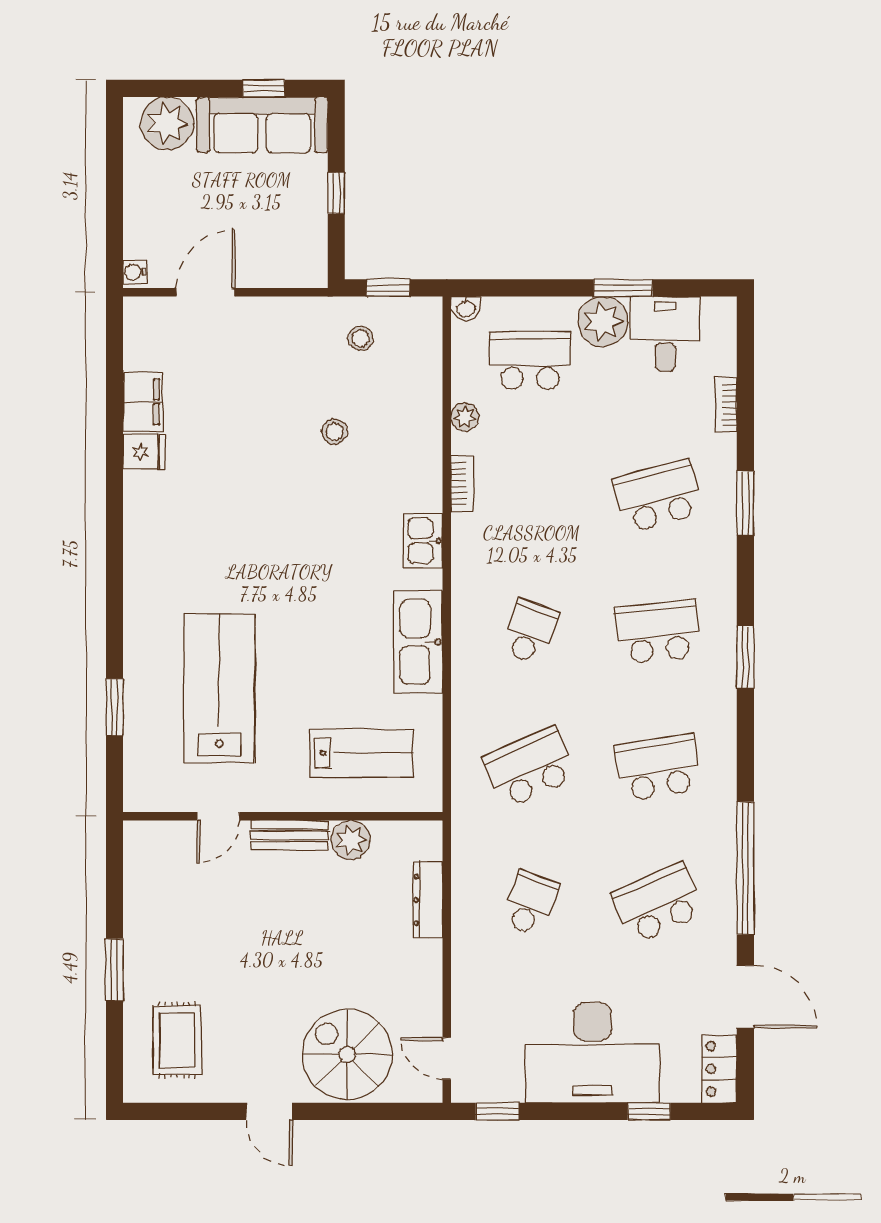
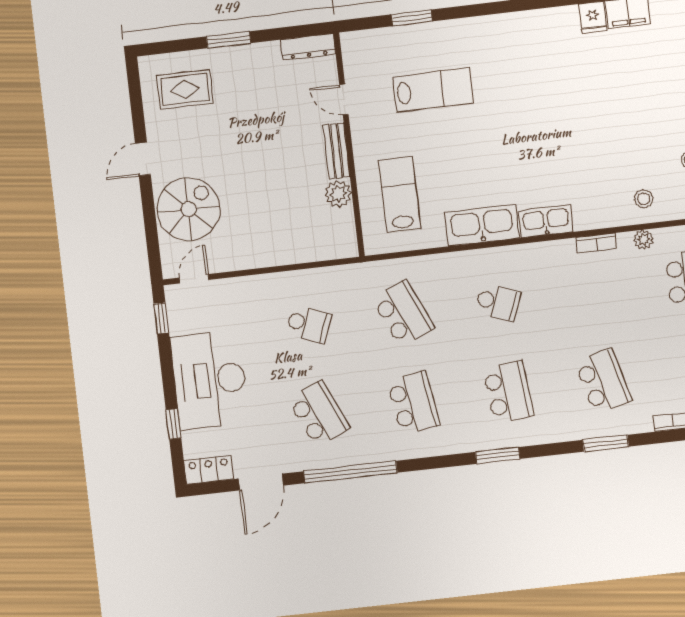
stool: (334, 432) -> (644, 199), moved
kitchen sink: (423, 541) -> (546, 221), width x1.38
lab bench: (219, 689) -> (433, 90), width x0.73, depth x0.72
lab bench: (361, 753) -> (400, 194), turned 180
dresser: (428, 900) -> (308, 47), moved, turned 180

